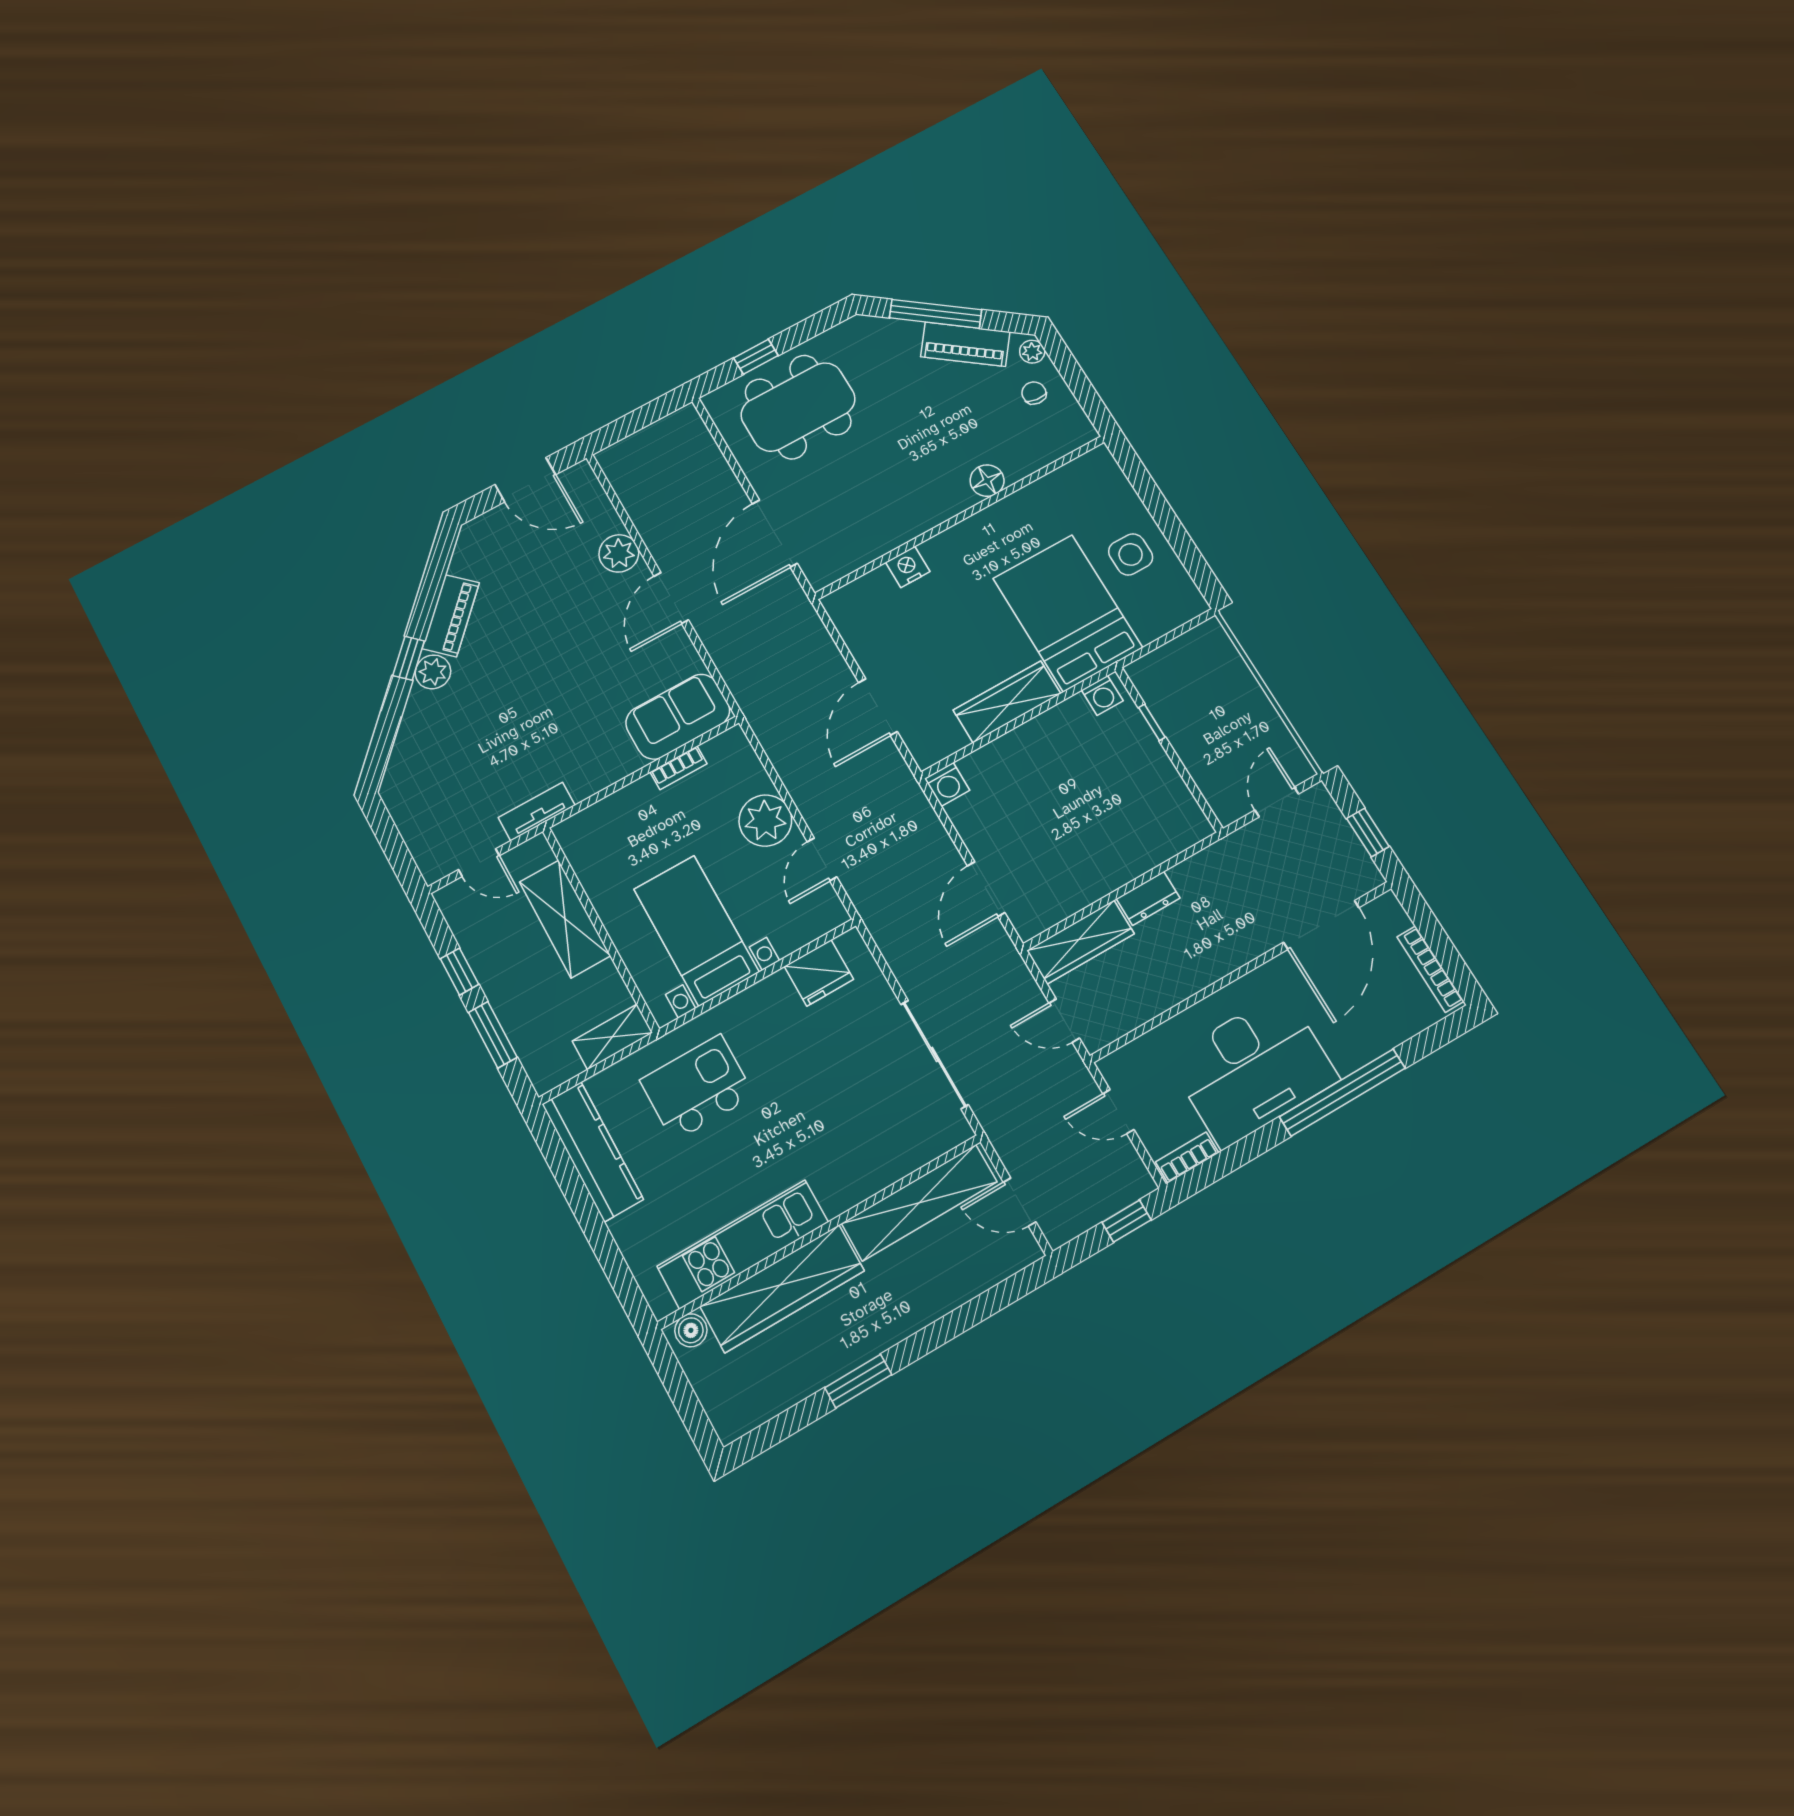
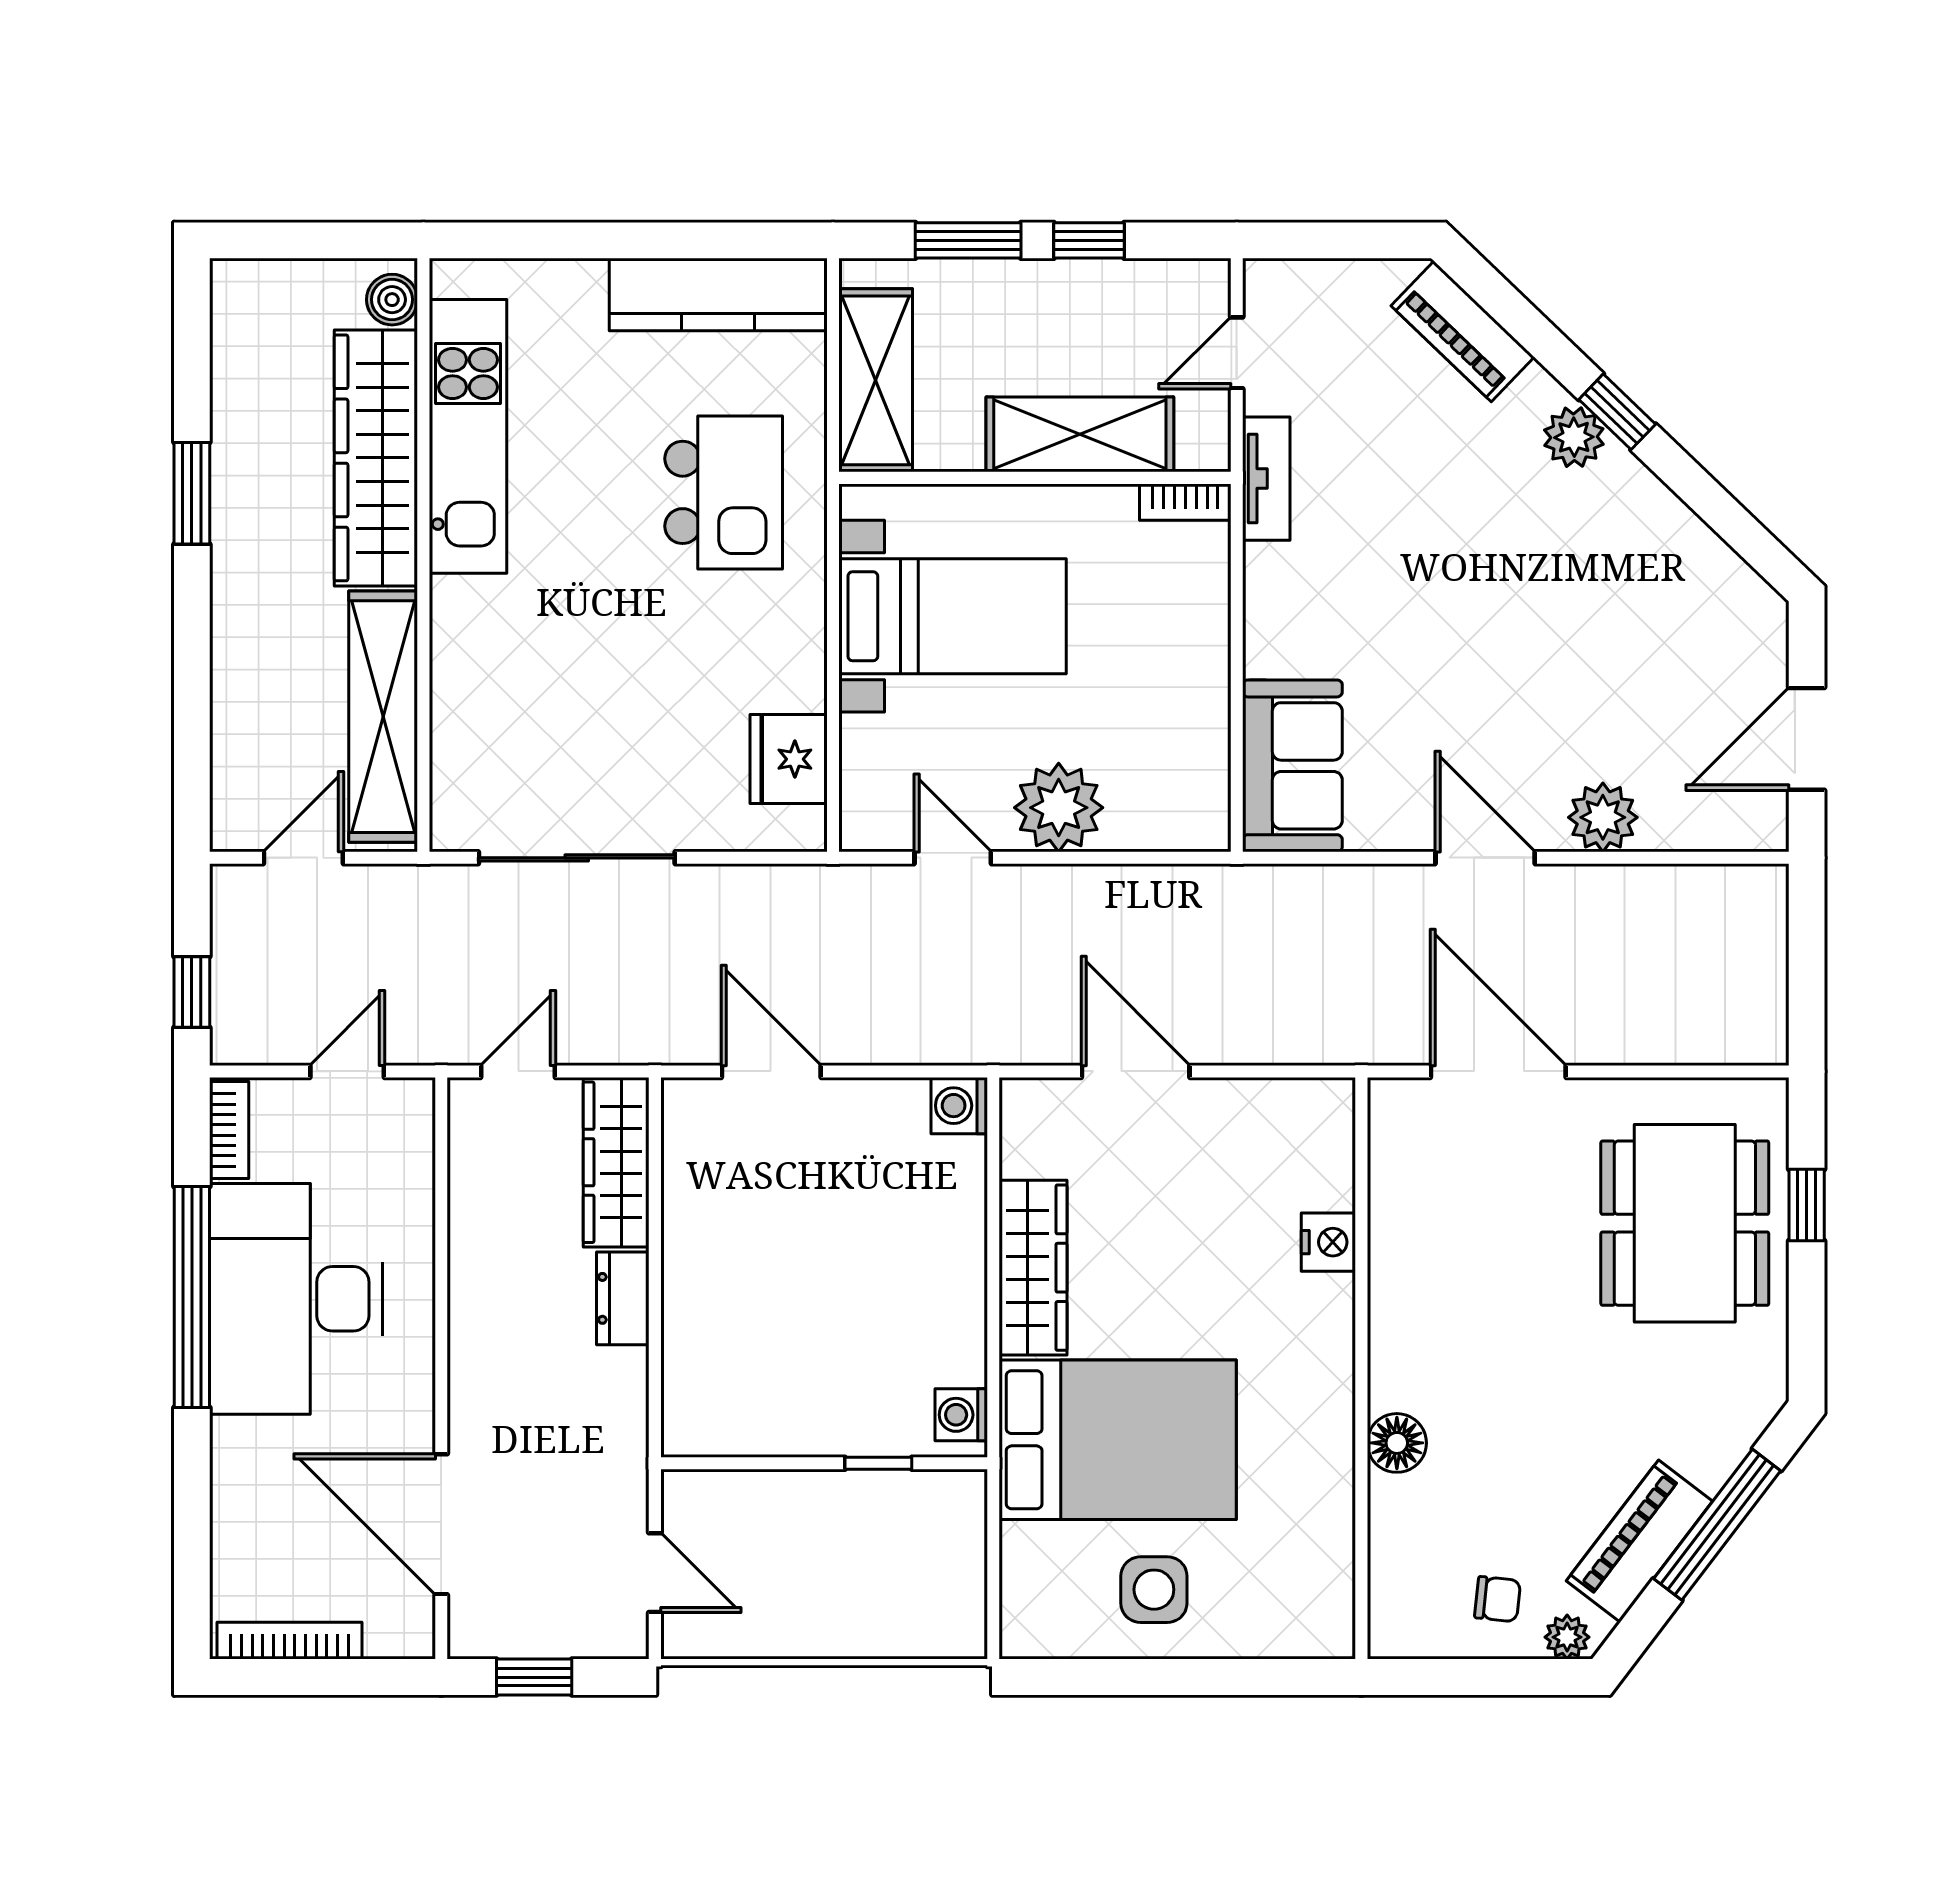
piano: (451, 616) -> (1463, 331), moved
bookcase: (679, 768) -> (1185, 502), moved, turned -90
shelving: (612, 1037) -> (876, 380), width x1.50, depth x1.33
window: (1342, 1092) -> (192, 1297), moved

